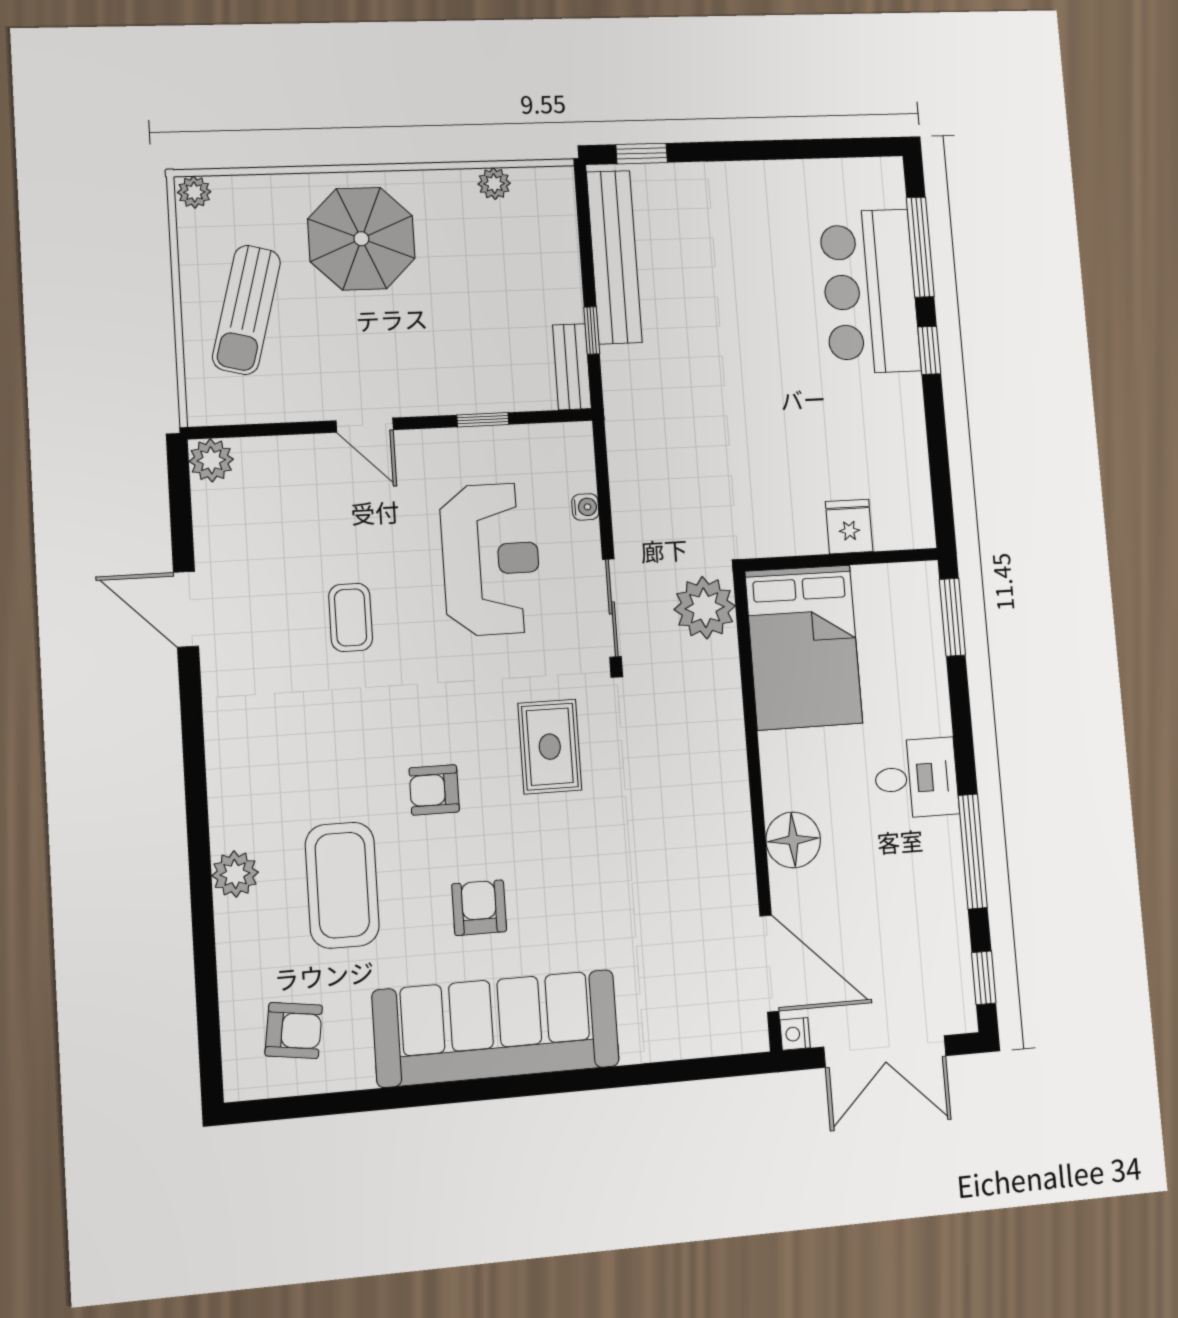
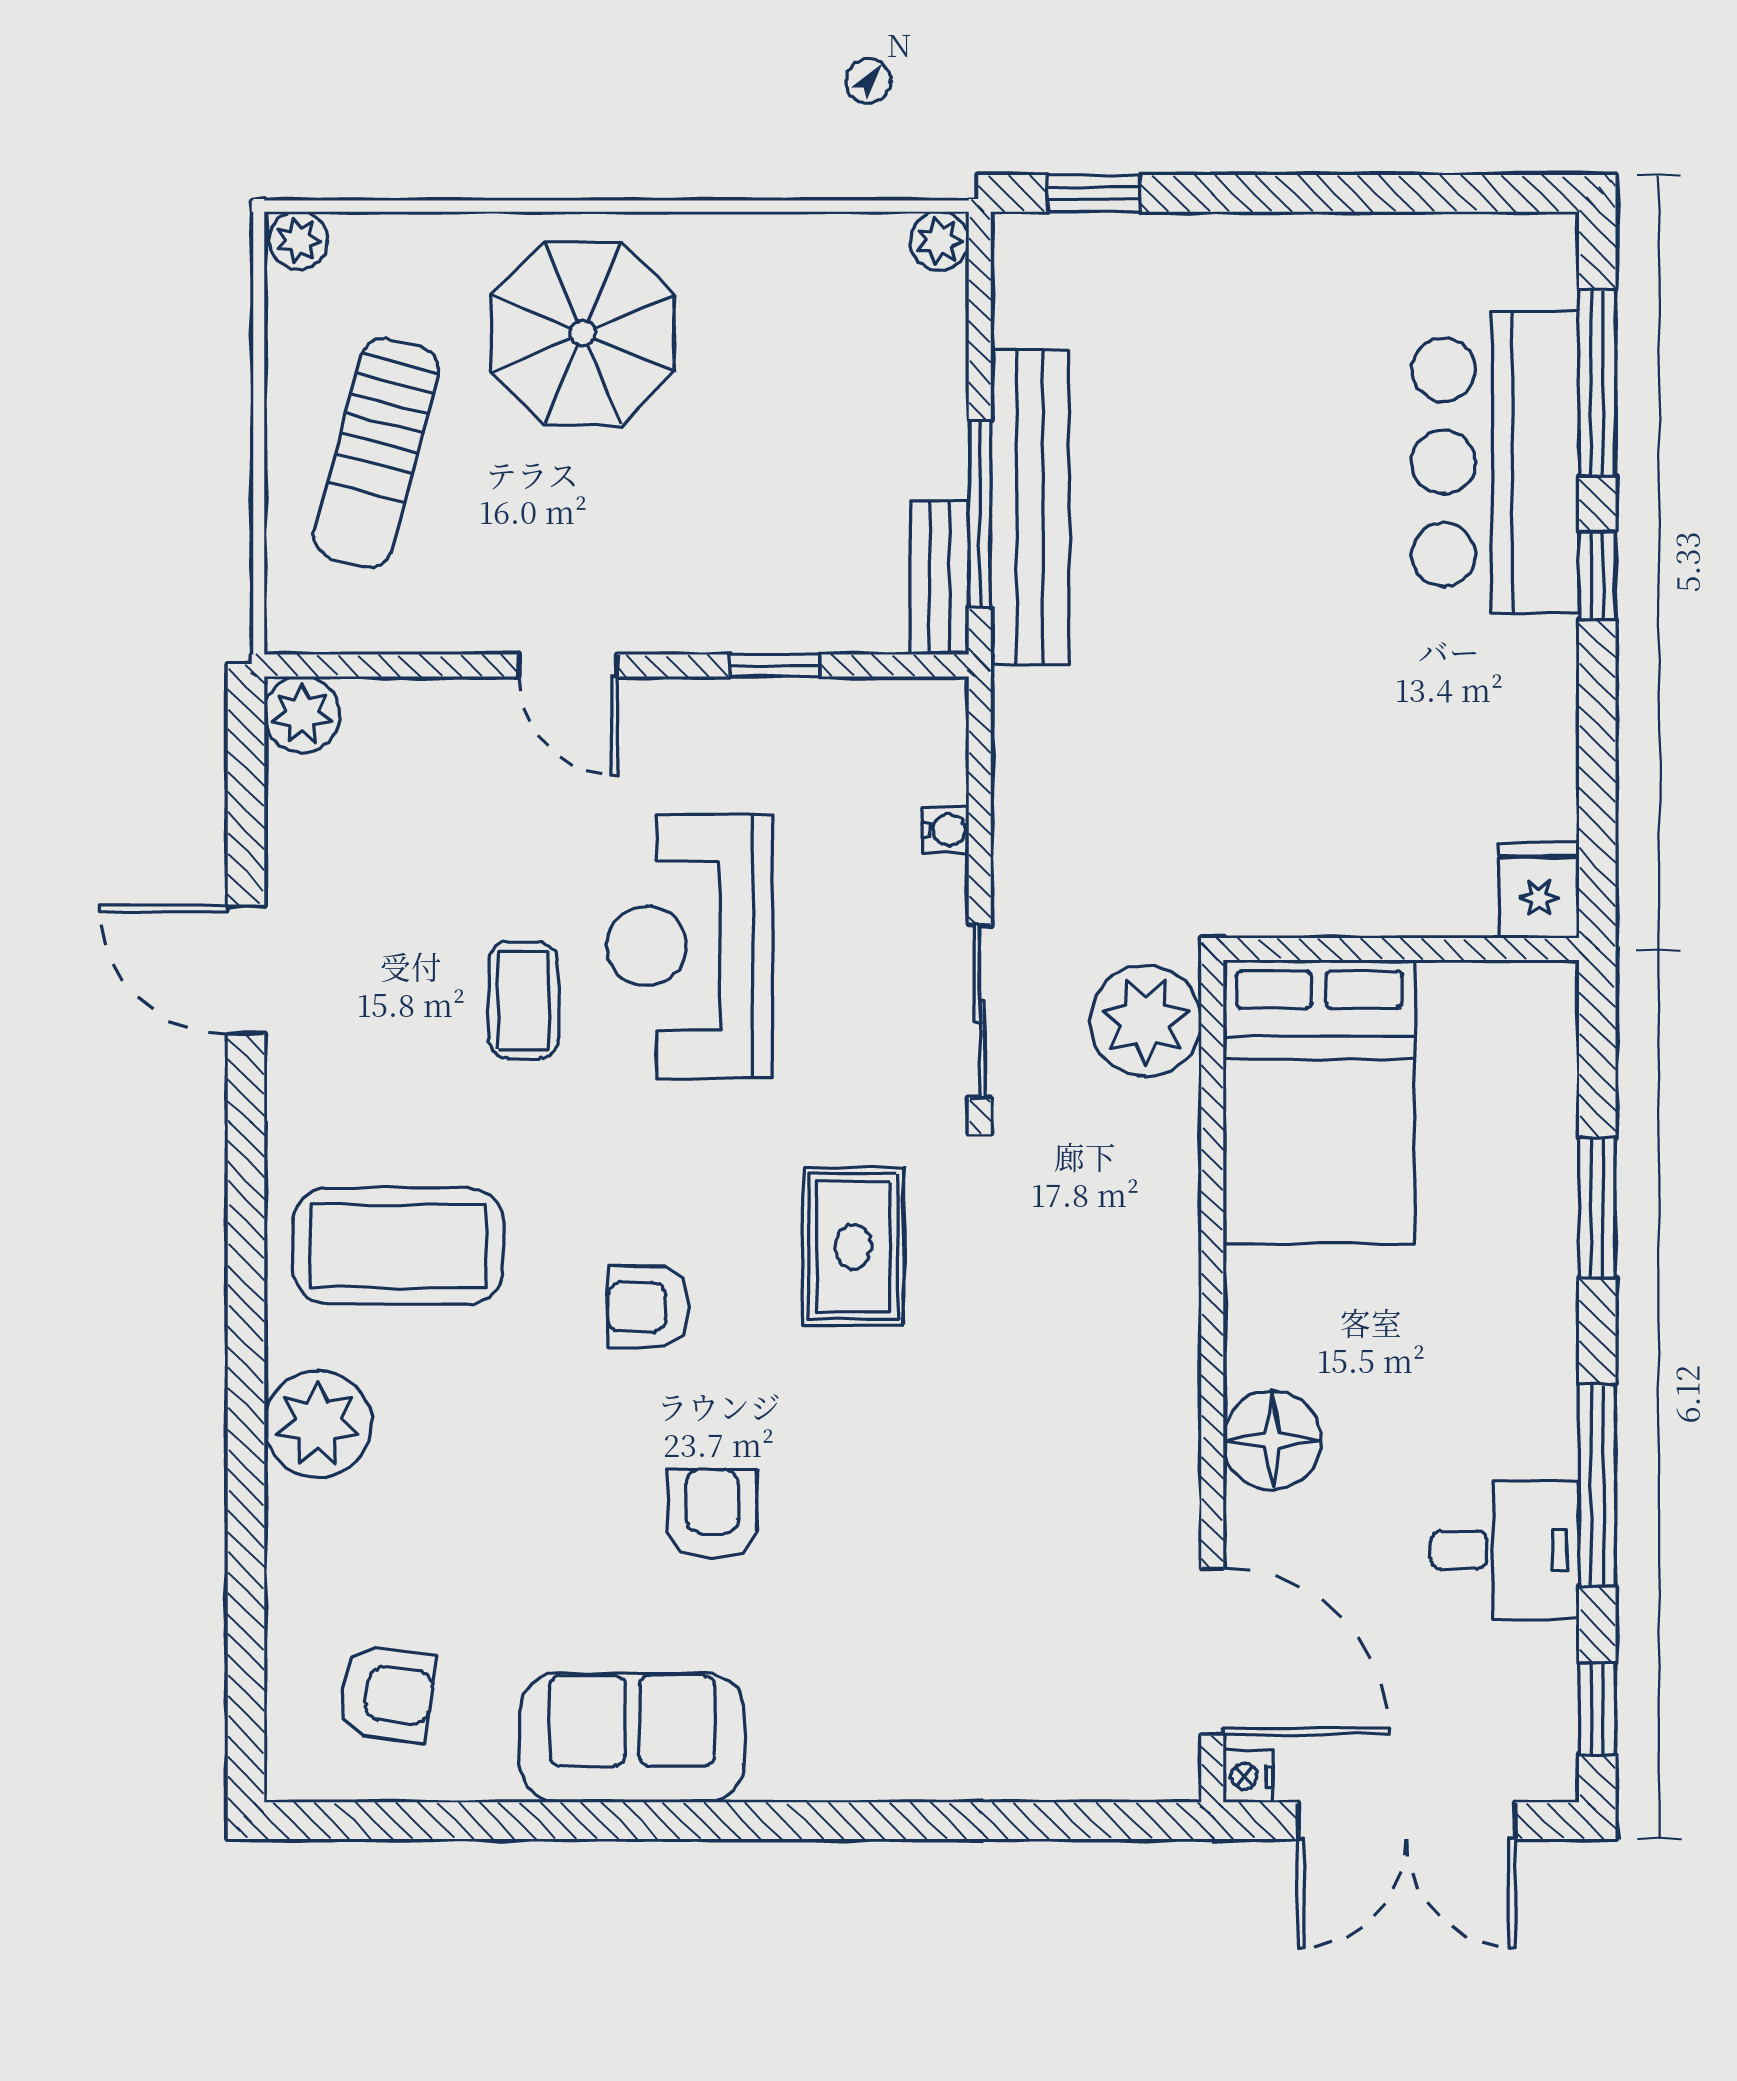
plant: (494, 184) -> (939, 241), moved
bench: (614, 257) -> (1030, 507), moved
window: (592, 330) -> (980, 514), width x2.17
fridge: (849, 526) -> (1539, 890), moved
reception desk: (491, 559) -> (689, 946), moved, turned 180
window: (952, 617) -> (1597, 1208), moved
desk: (916, 778) -> (1505, 1550), moved
plant: (235, 874) -> (318, 1424), width x1.36, depth x1.36
coffee table: (342, 885) -> (398, 1246), moved, turned 90
sofa: (496, 1028) -> (632, 1738), width x0.54, depth x0.79

